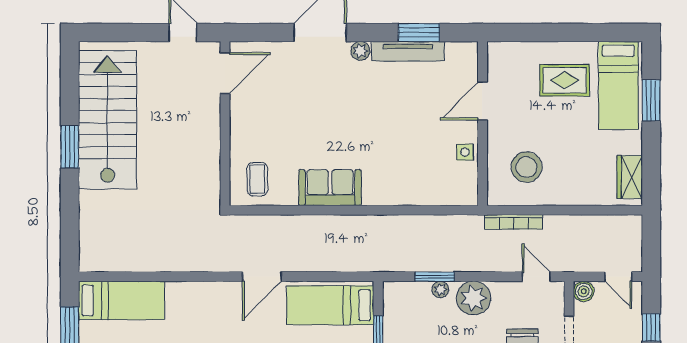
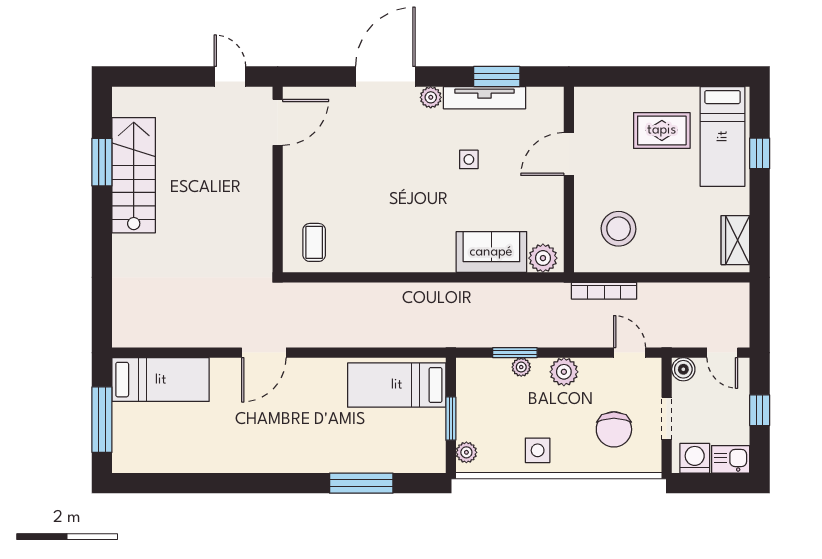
window: (651, 100) -> (760, 153), width x0.67
stairs: (107, 120) -> (134, 175), width x0.73, depth x0.66
window: (70, 147) -> (102, 162), moved
side table: (465, 152) -> (469, 159), moved
sofa: (330, 188) -> (491, 252), moved
plant: (460, 193) -> (543, 258), added
door: (262, 277) -> (264, 353), moved
plant: (474, 298) -> (564, 372), width x0.73, depth x0.73

